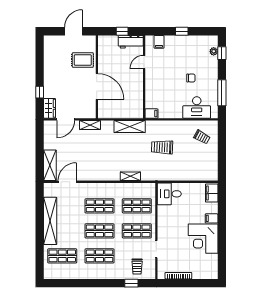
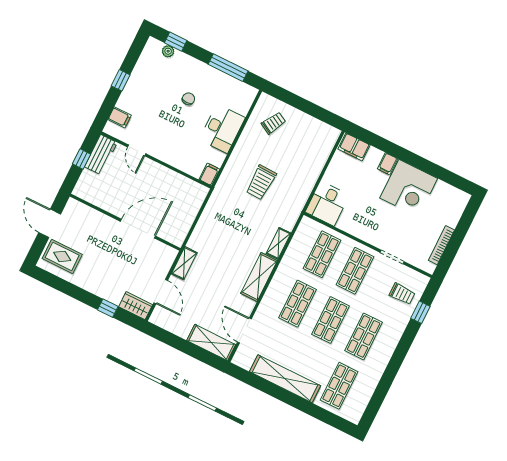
rug: (83, 60) -> (62, 256), moved, turned 90
desk: (197, 107) -> (222, 129), moved
shelving: (130, 127) -> (259, 277), moved

